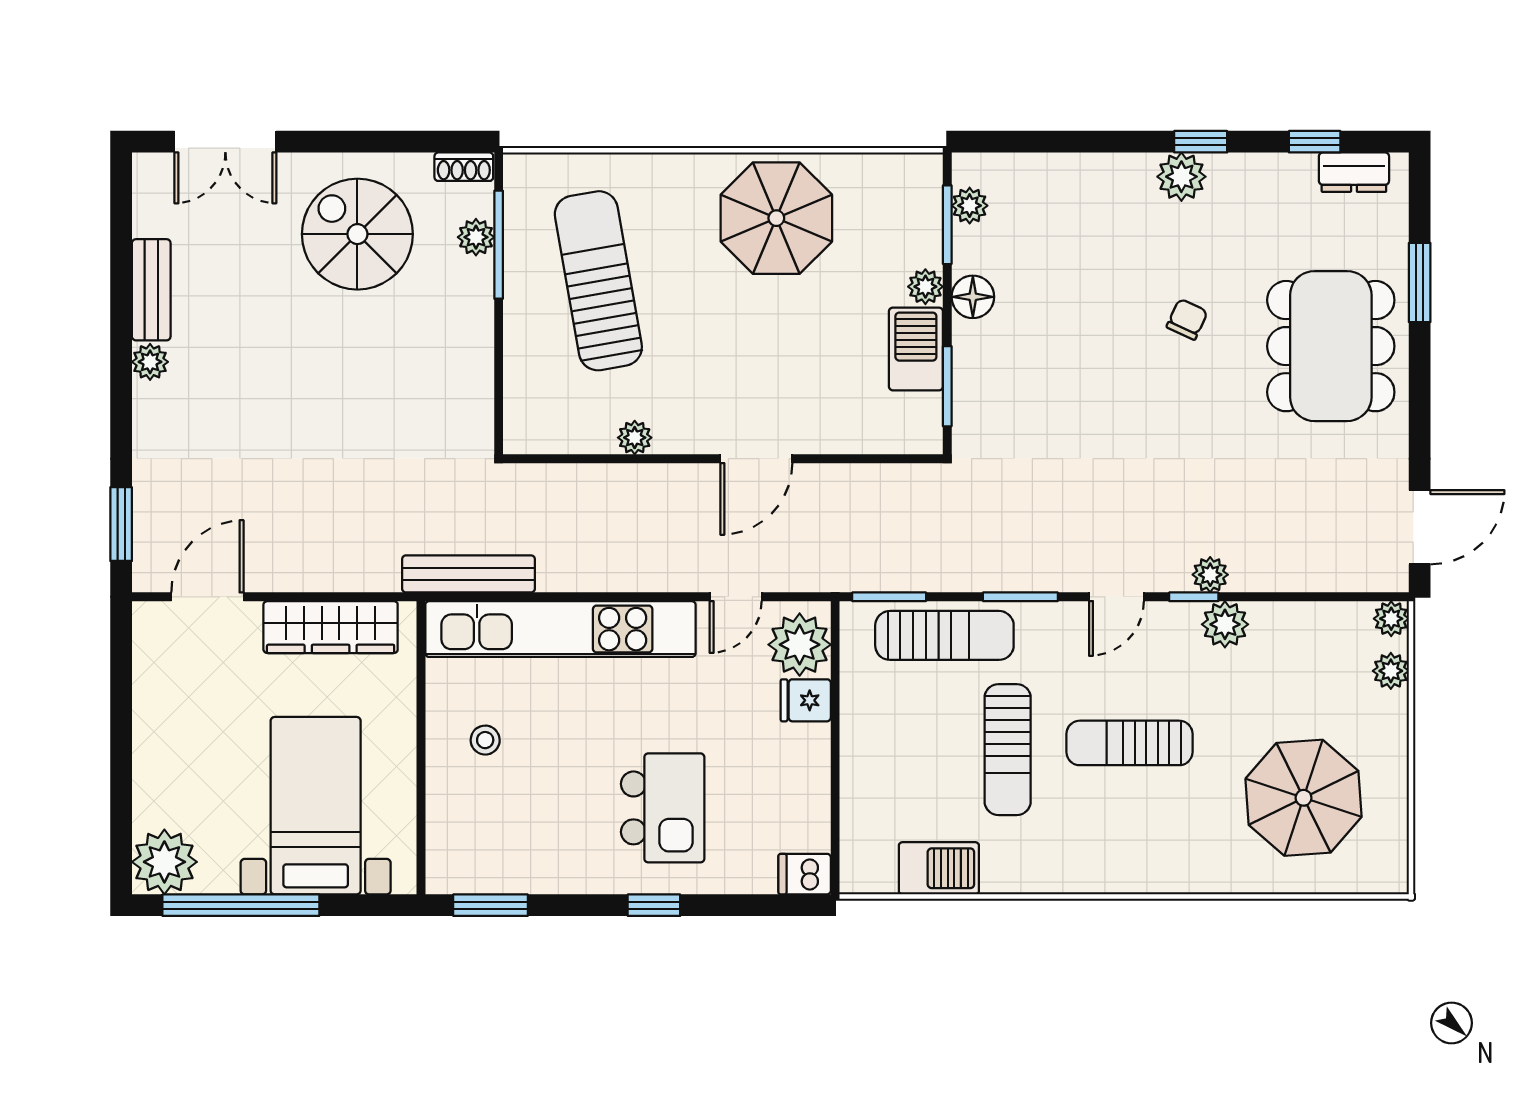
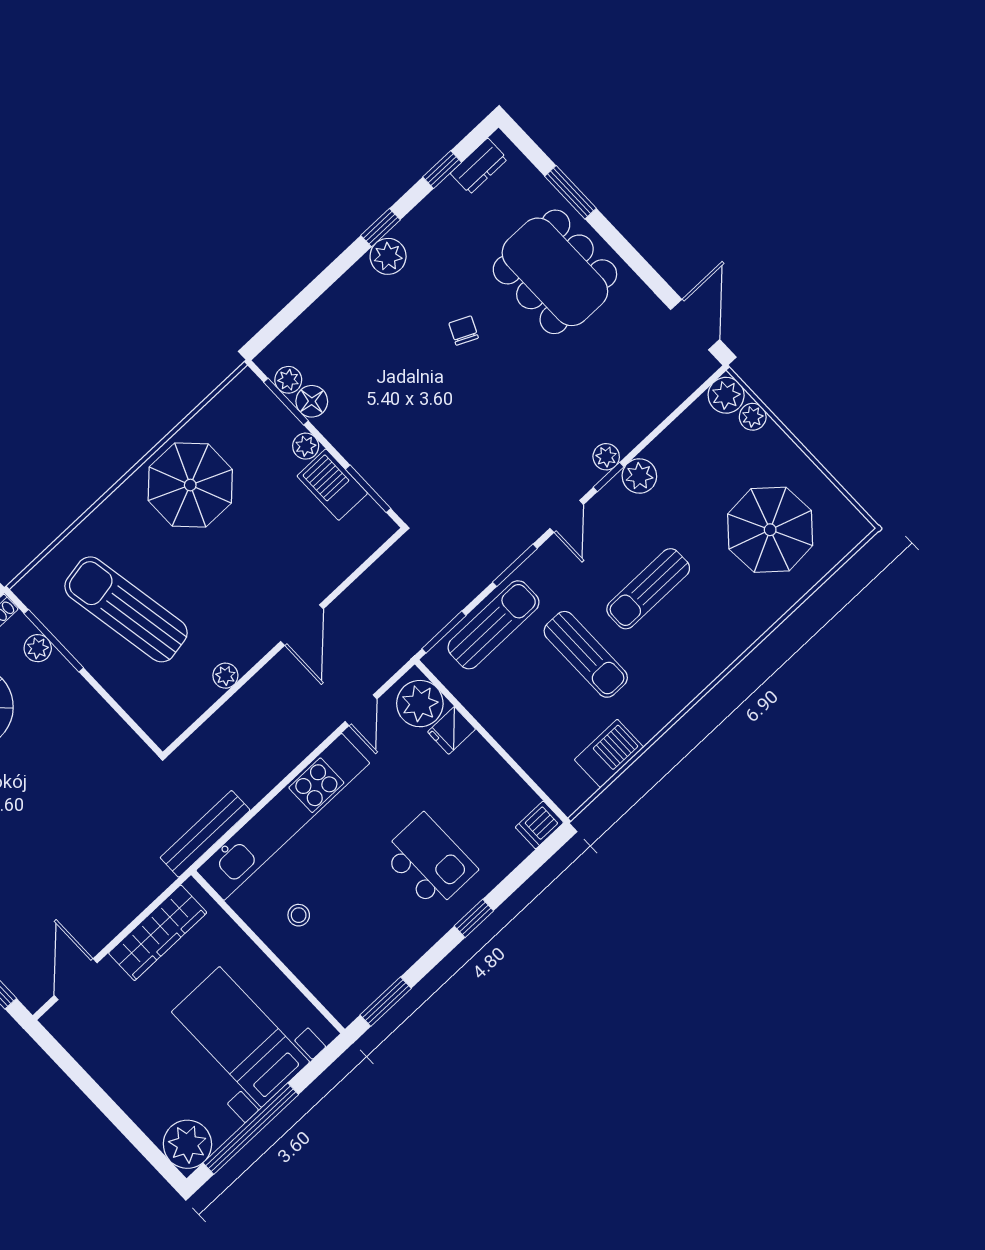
floor lamp: (973, 297) -> (312, 401), moved
plant: (1391, 619) -> (726, 395), width x1.38, depth x1.38

